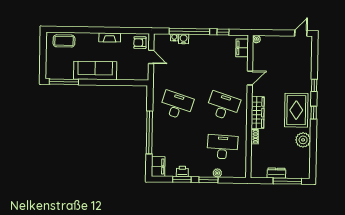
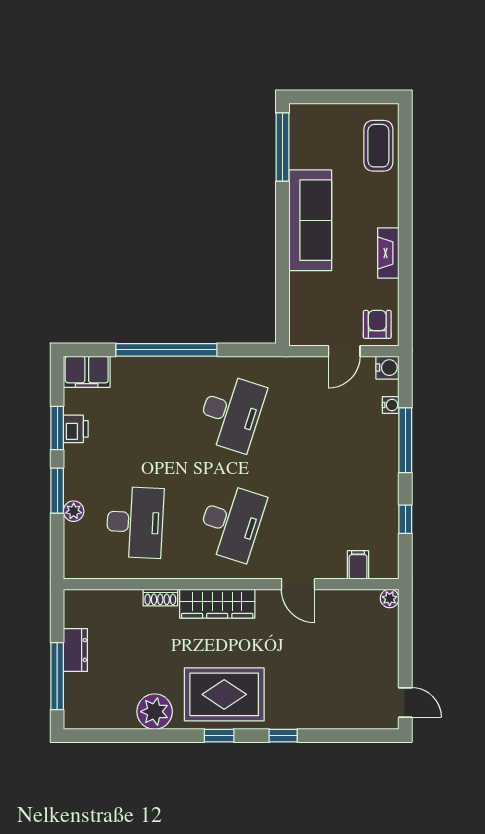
window: (189, 31) -> (405, 440), width x0.68
water cooler: (184, 39) -> (387, 368), moved
filing cabinet: (242, 48) -> (358, 565), width x0.50

